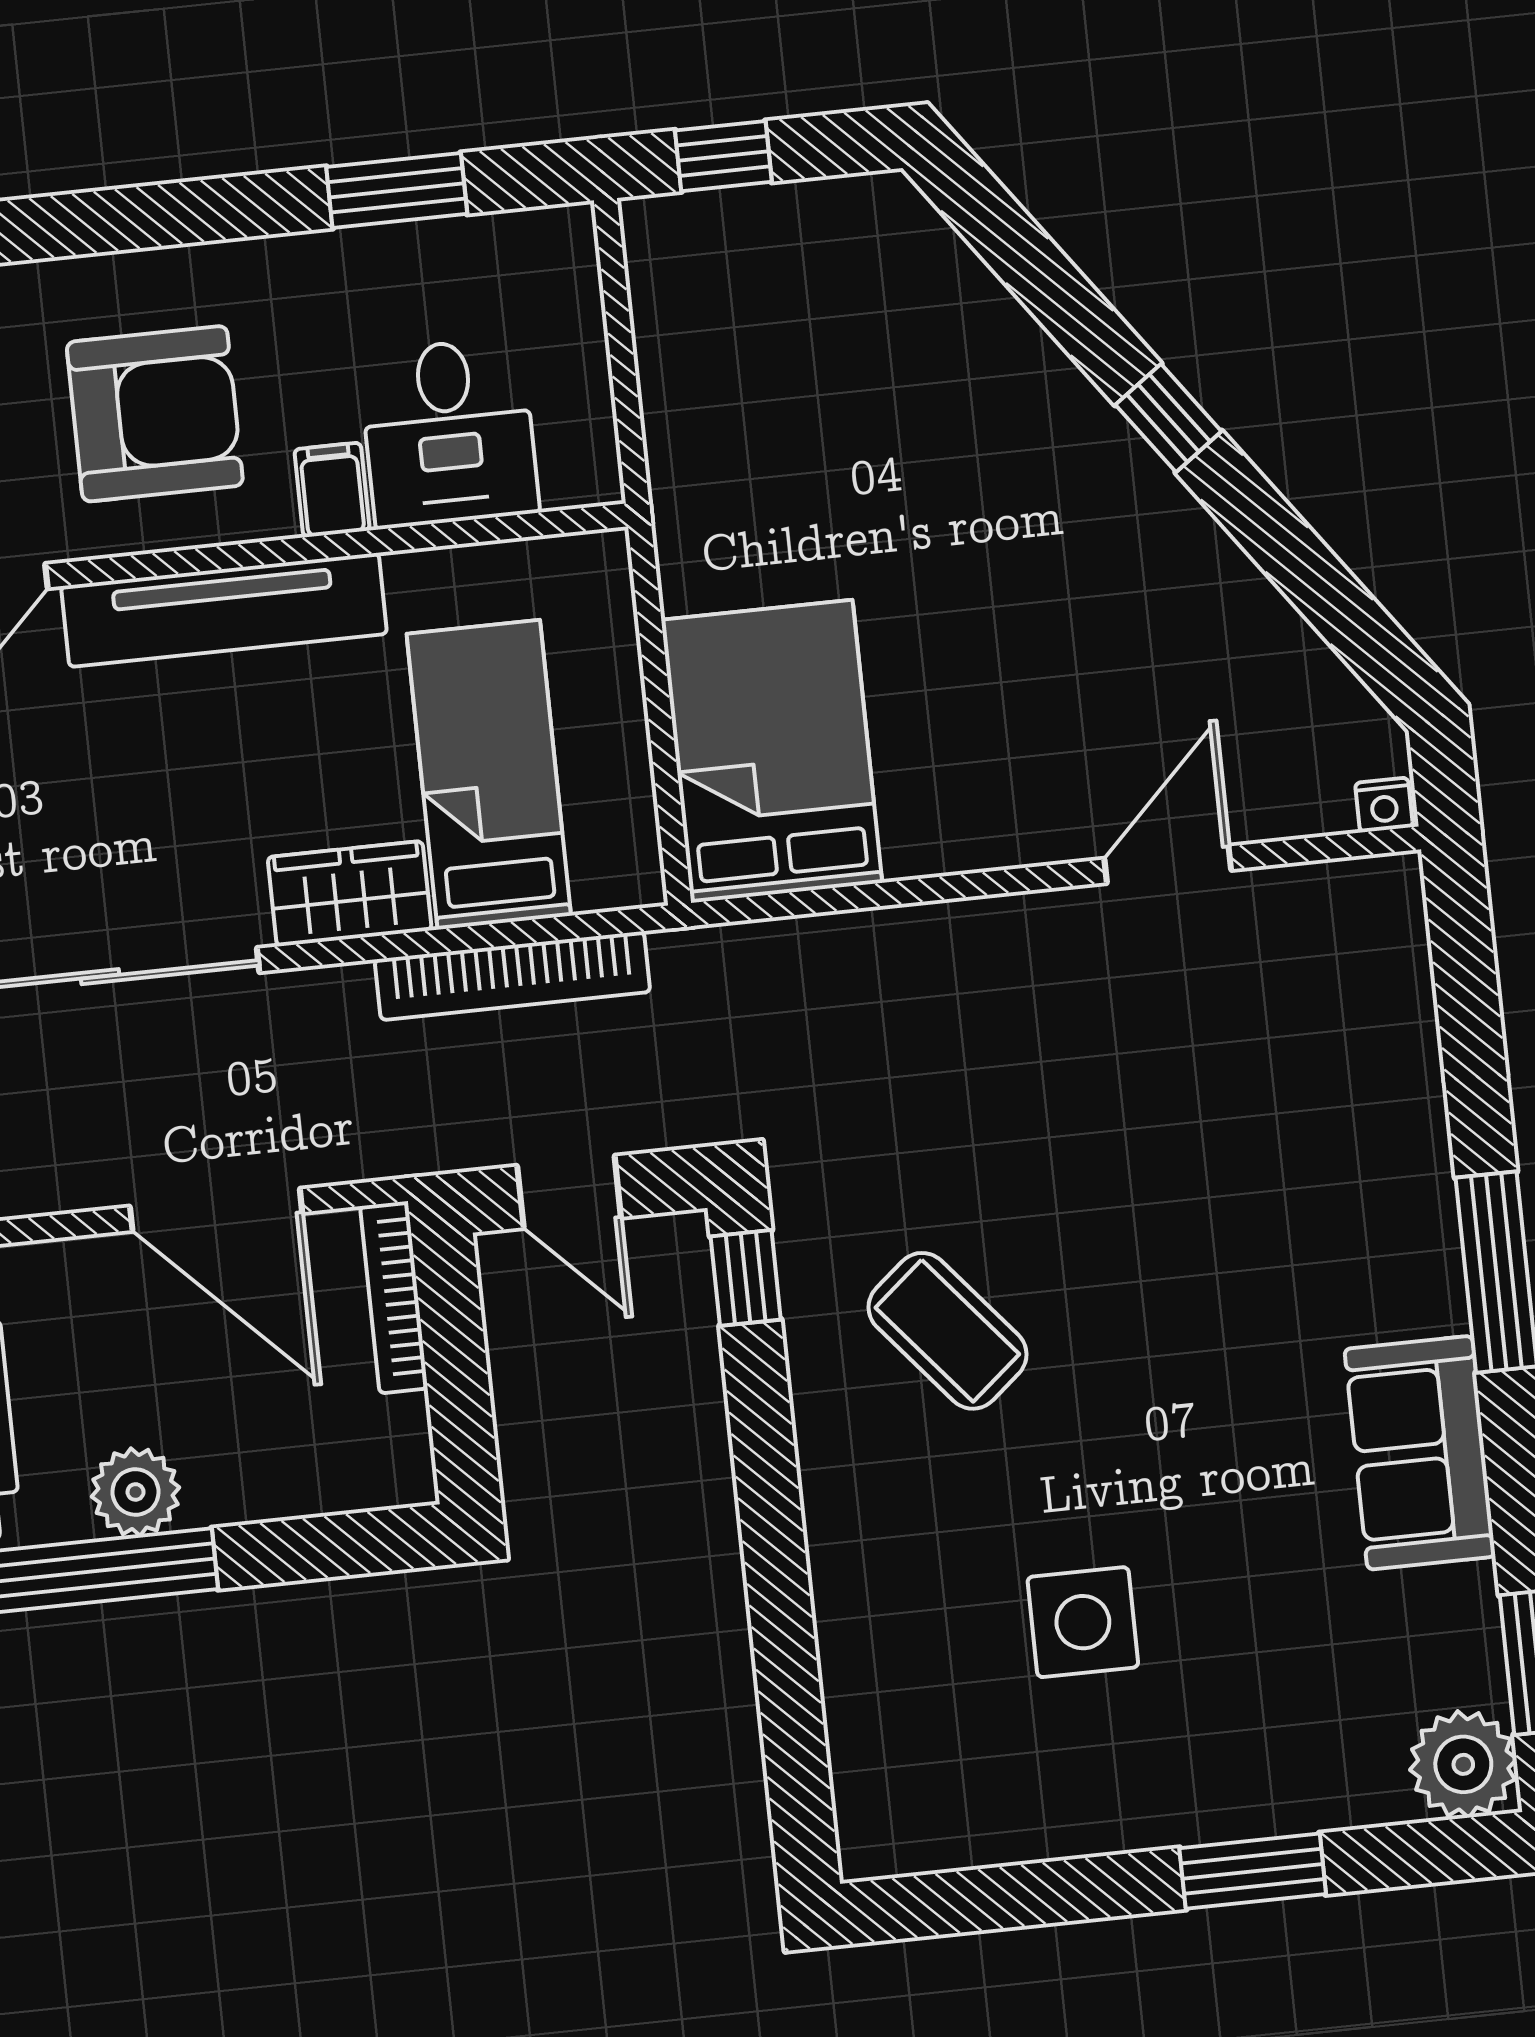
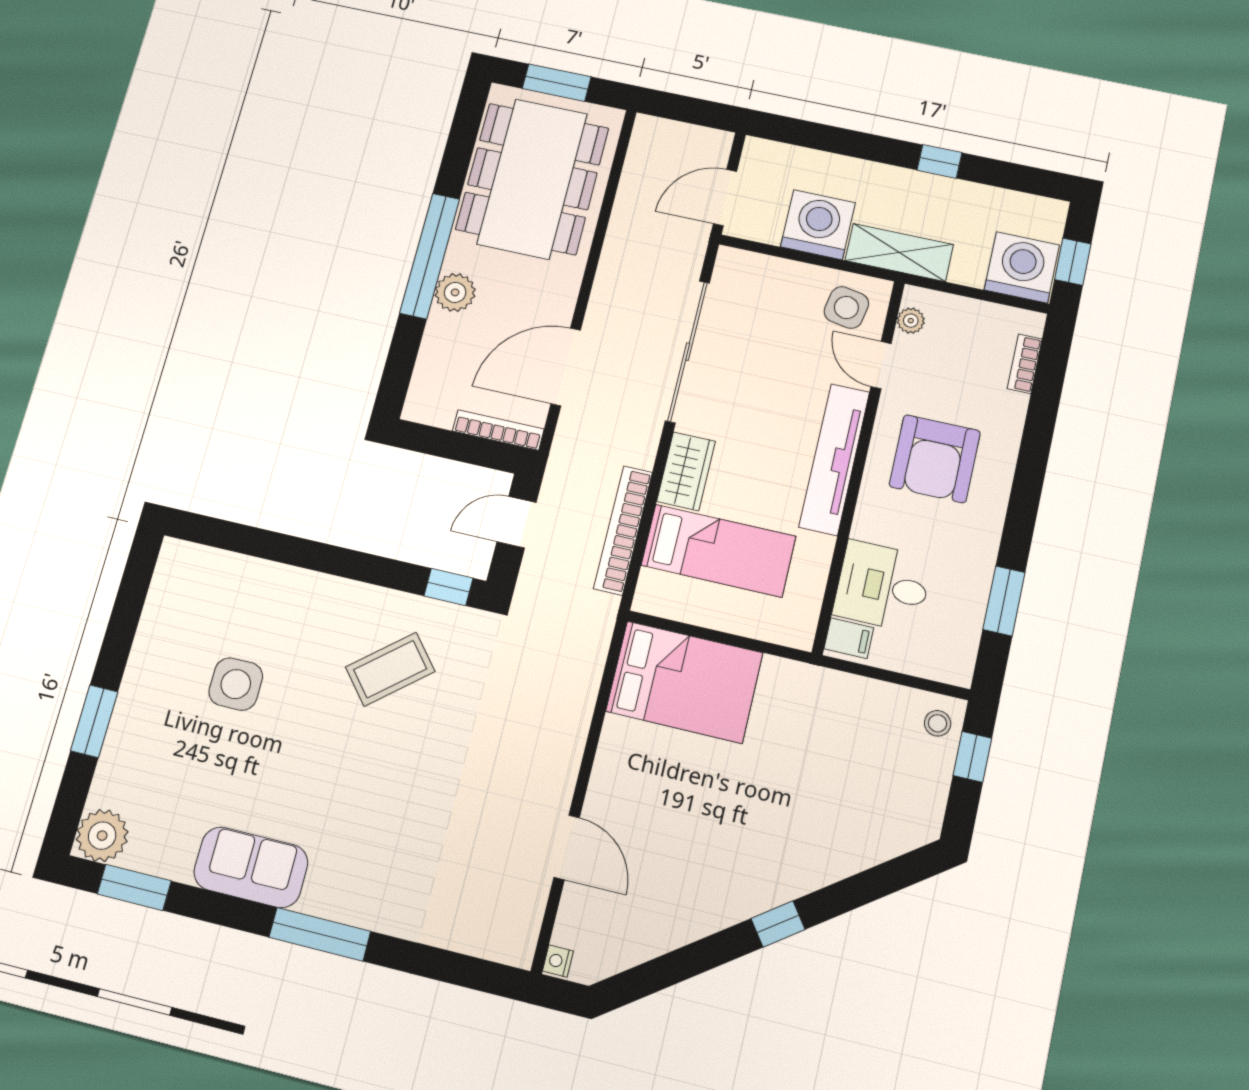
stool: (682, 242) -> (938, 723), added
filing cabinet: (332, 490) -> (849, 638), moved

